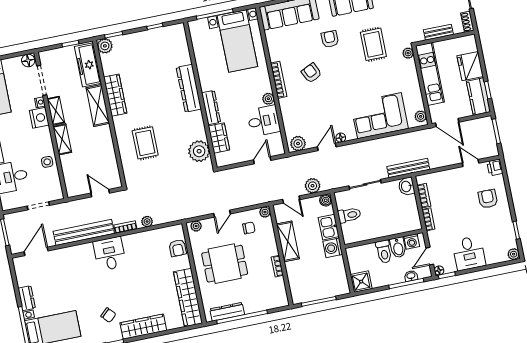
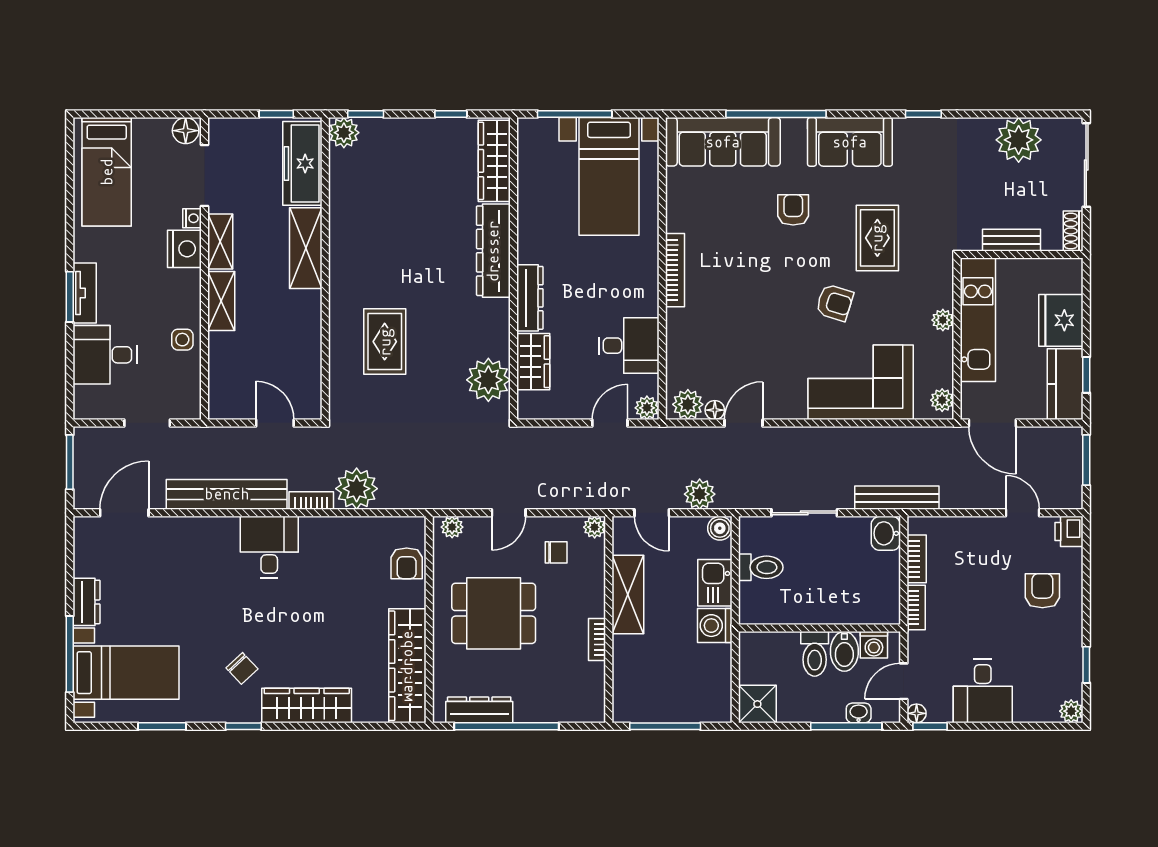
plant: (408, 53) -> (943, 320), moved
armchair: (311, 73) -> (835, 303), moved, turned 132
wardrobe: (115, 95) -> (494, 161), moved, turned 180
plant: (268, 99) -> (647, 408), moved
floor lamp: (341, 138) -> (715, 410), moved
plant: (147, 222) -> (357, 489), width x1.88, depth x1.88

